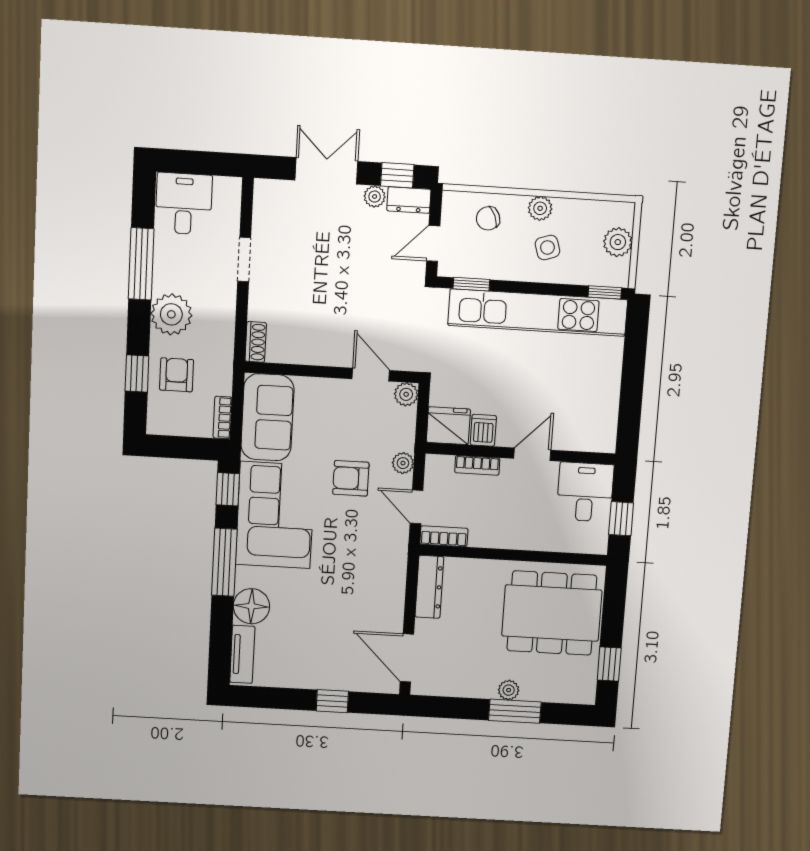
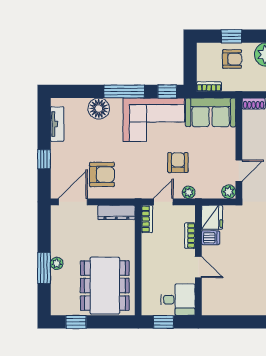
armchair: (364, 607) -> (102, 174), added
tv unit: (242, 654) -> (57, 124), moved, turned -90

